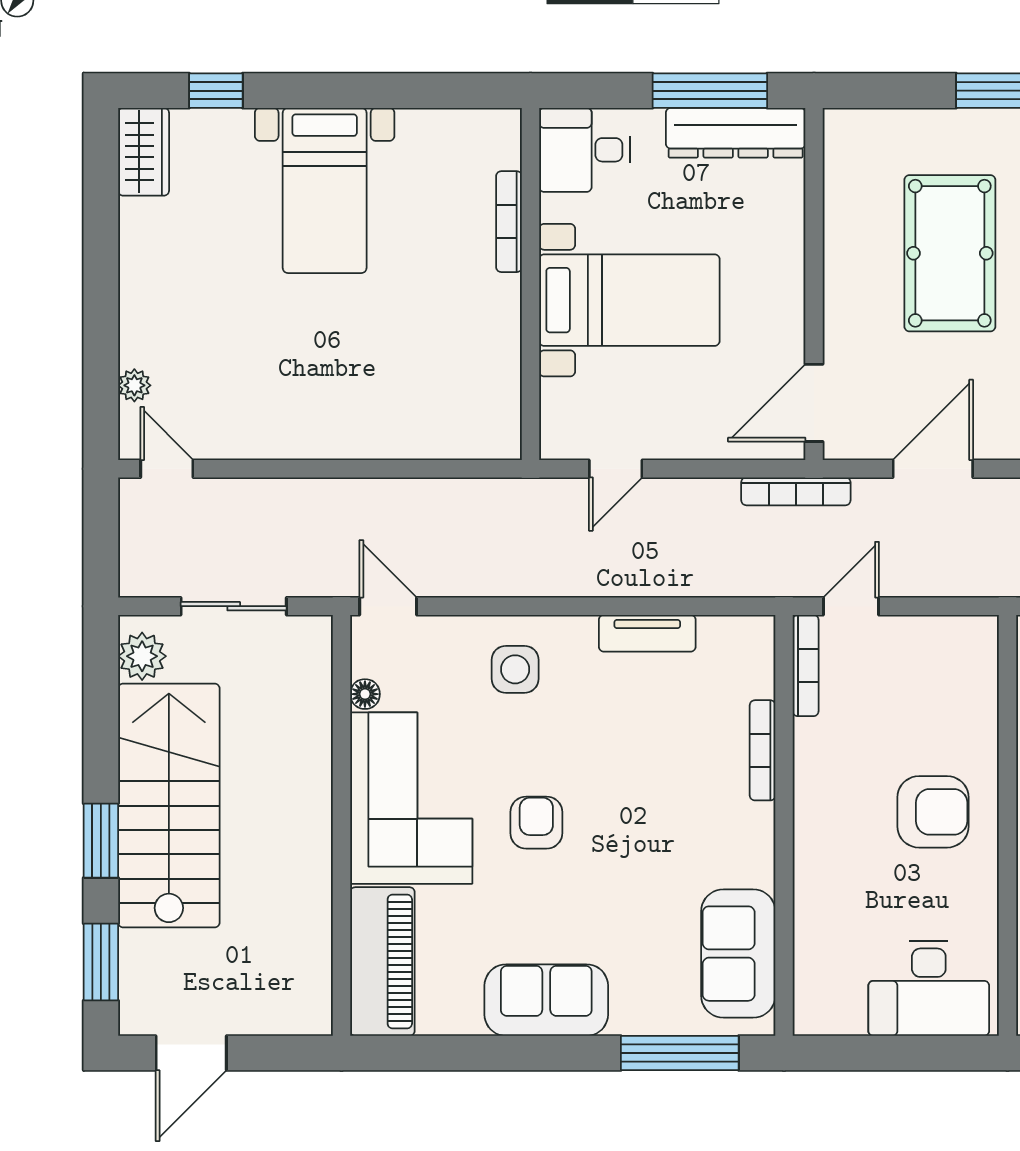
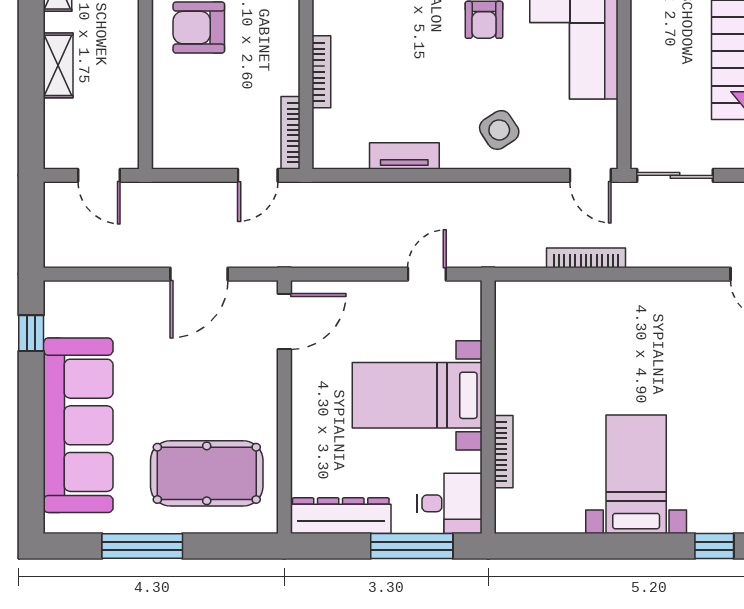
window: (710, 91) -> (412, 546), moved
pool table: (950, 253) -> (207, 473), moved, turned 90
bookcase: (796, 491) -> (586, 258), moved
sliding door: (234, 606) -> (675, 175), moved
side table: (515, 669) -> (499, 130), turned -33
floor lamp: (365, 694) -> (607, 112), removed

